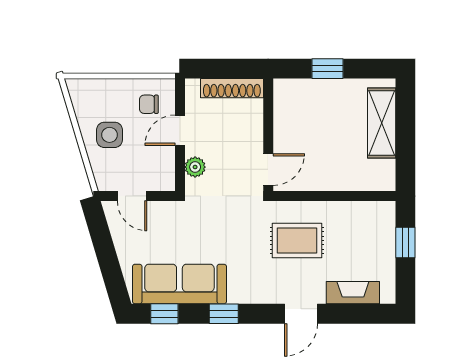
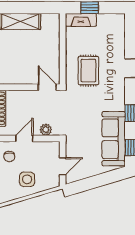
door: (180, 130) -> (24, 138), swing flipped
fireplace: (353, 293) -> (81, 20), moved, turned -90

